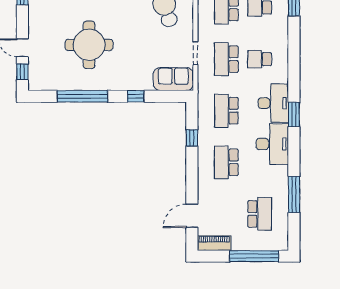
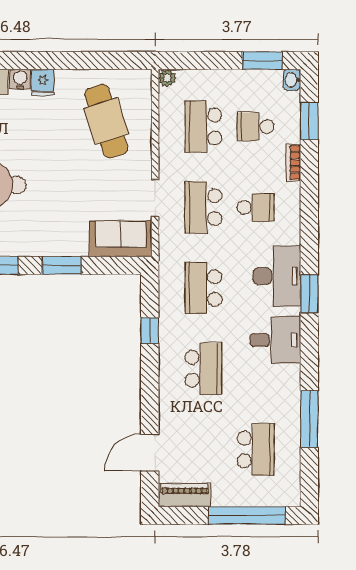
bookcase: (284, 30) -> (293, 162), added
school desk: (260, 59) -> (256, 207), turned 180
window: (136, 96) -> (62, 265), width x1.50
desk: (272, 144) -> (275, 340), width x0.73
school desk: (226, 162) -> (203, 369), turned 180

